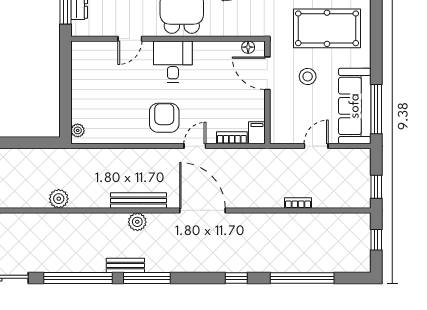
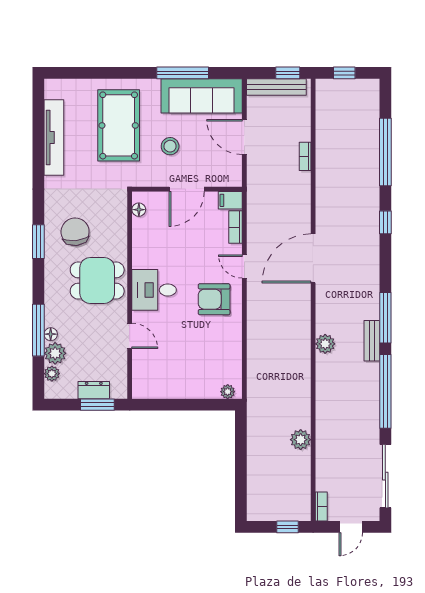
door: (267, 73) -> (187, 189), moved
window: (376, 109) -> (183, 73), moved
door: (316, 146) -> (244, 137), width x1.38
plant: (59, 199) -> (301, 440), moved
bench: (139, 201) -> (276, 87), moved, turned 90
plant: (137, 222) -> (325, 344), moved

